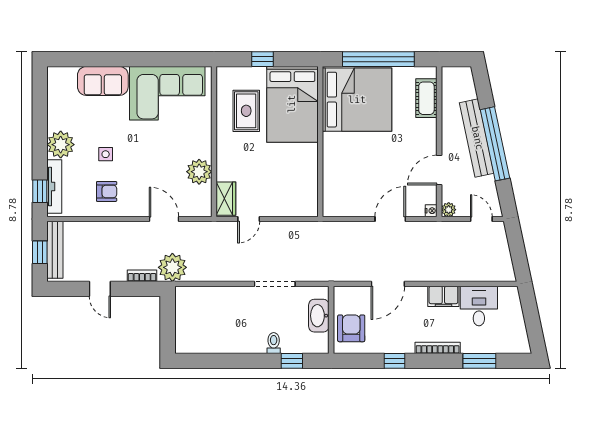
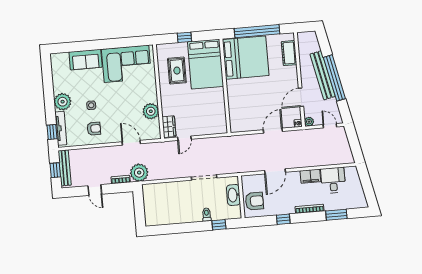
armchair: (351, 328) -> (254, 201), turned 90

